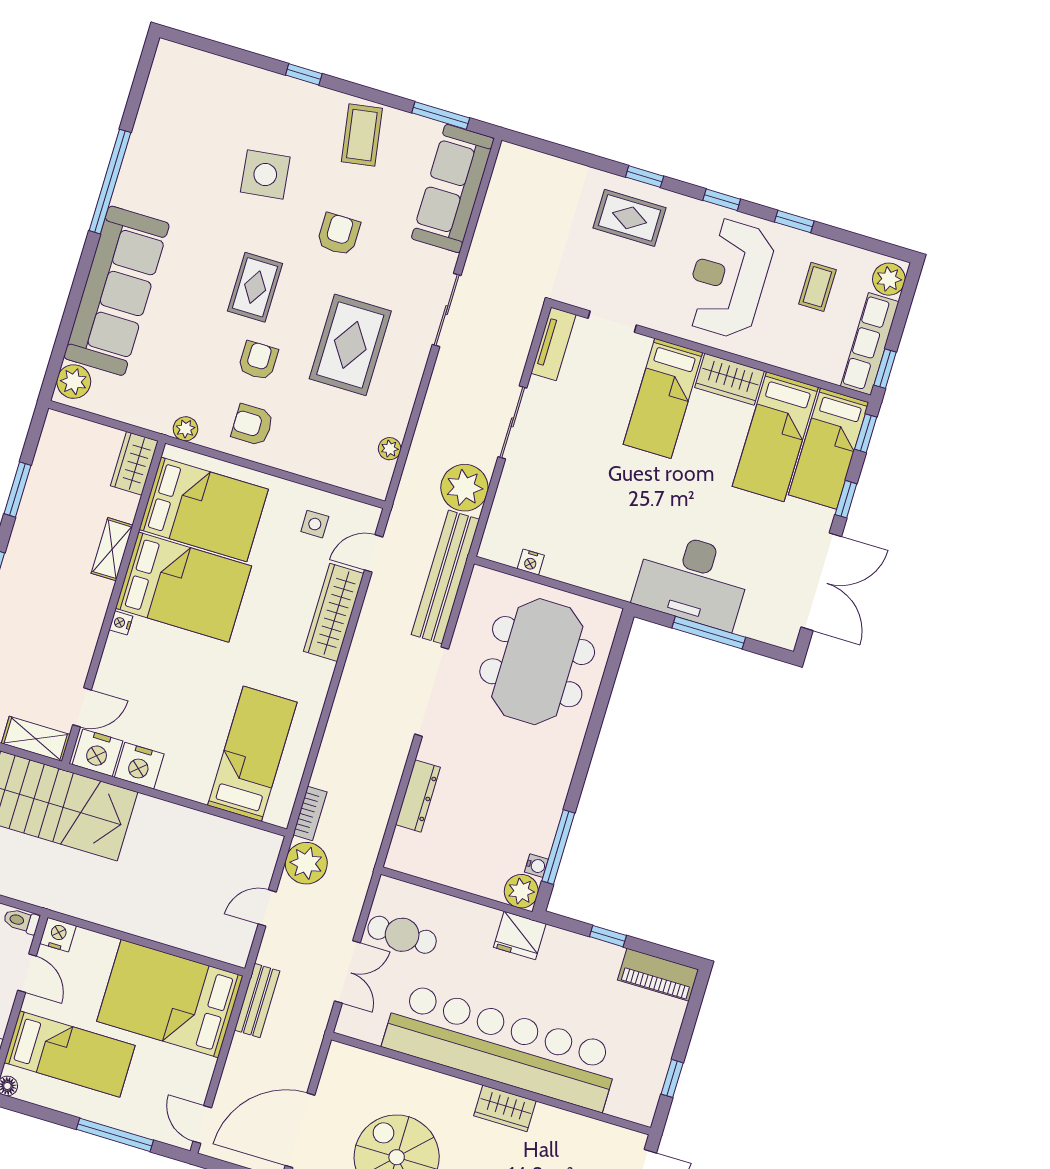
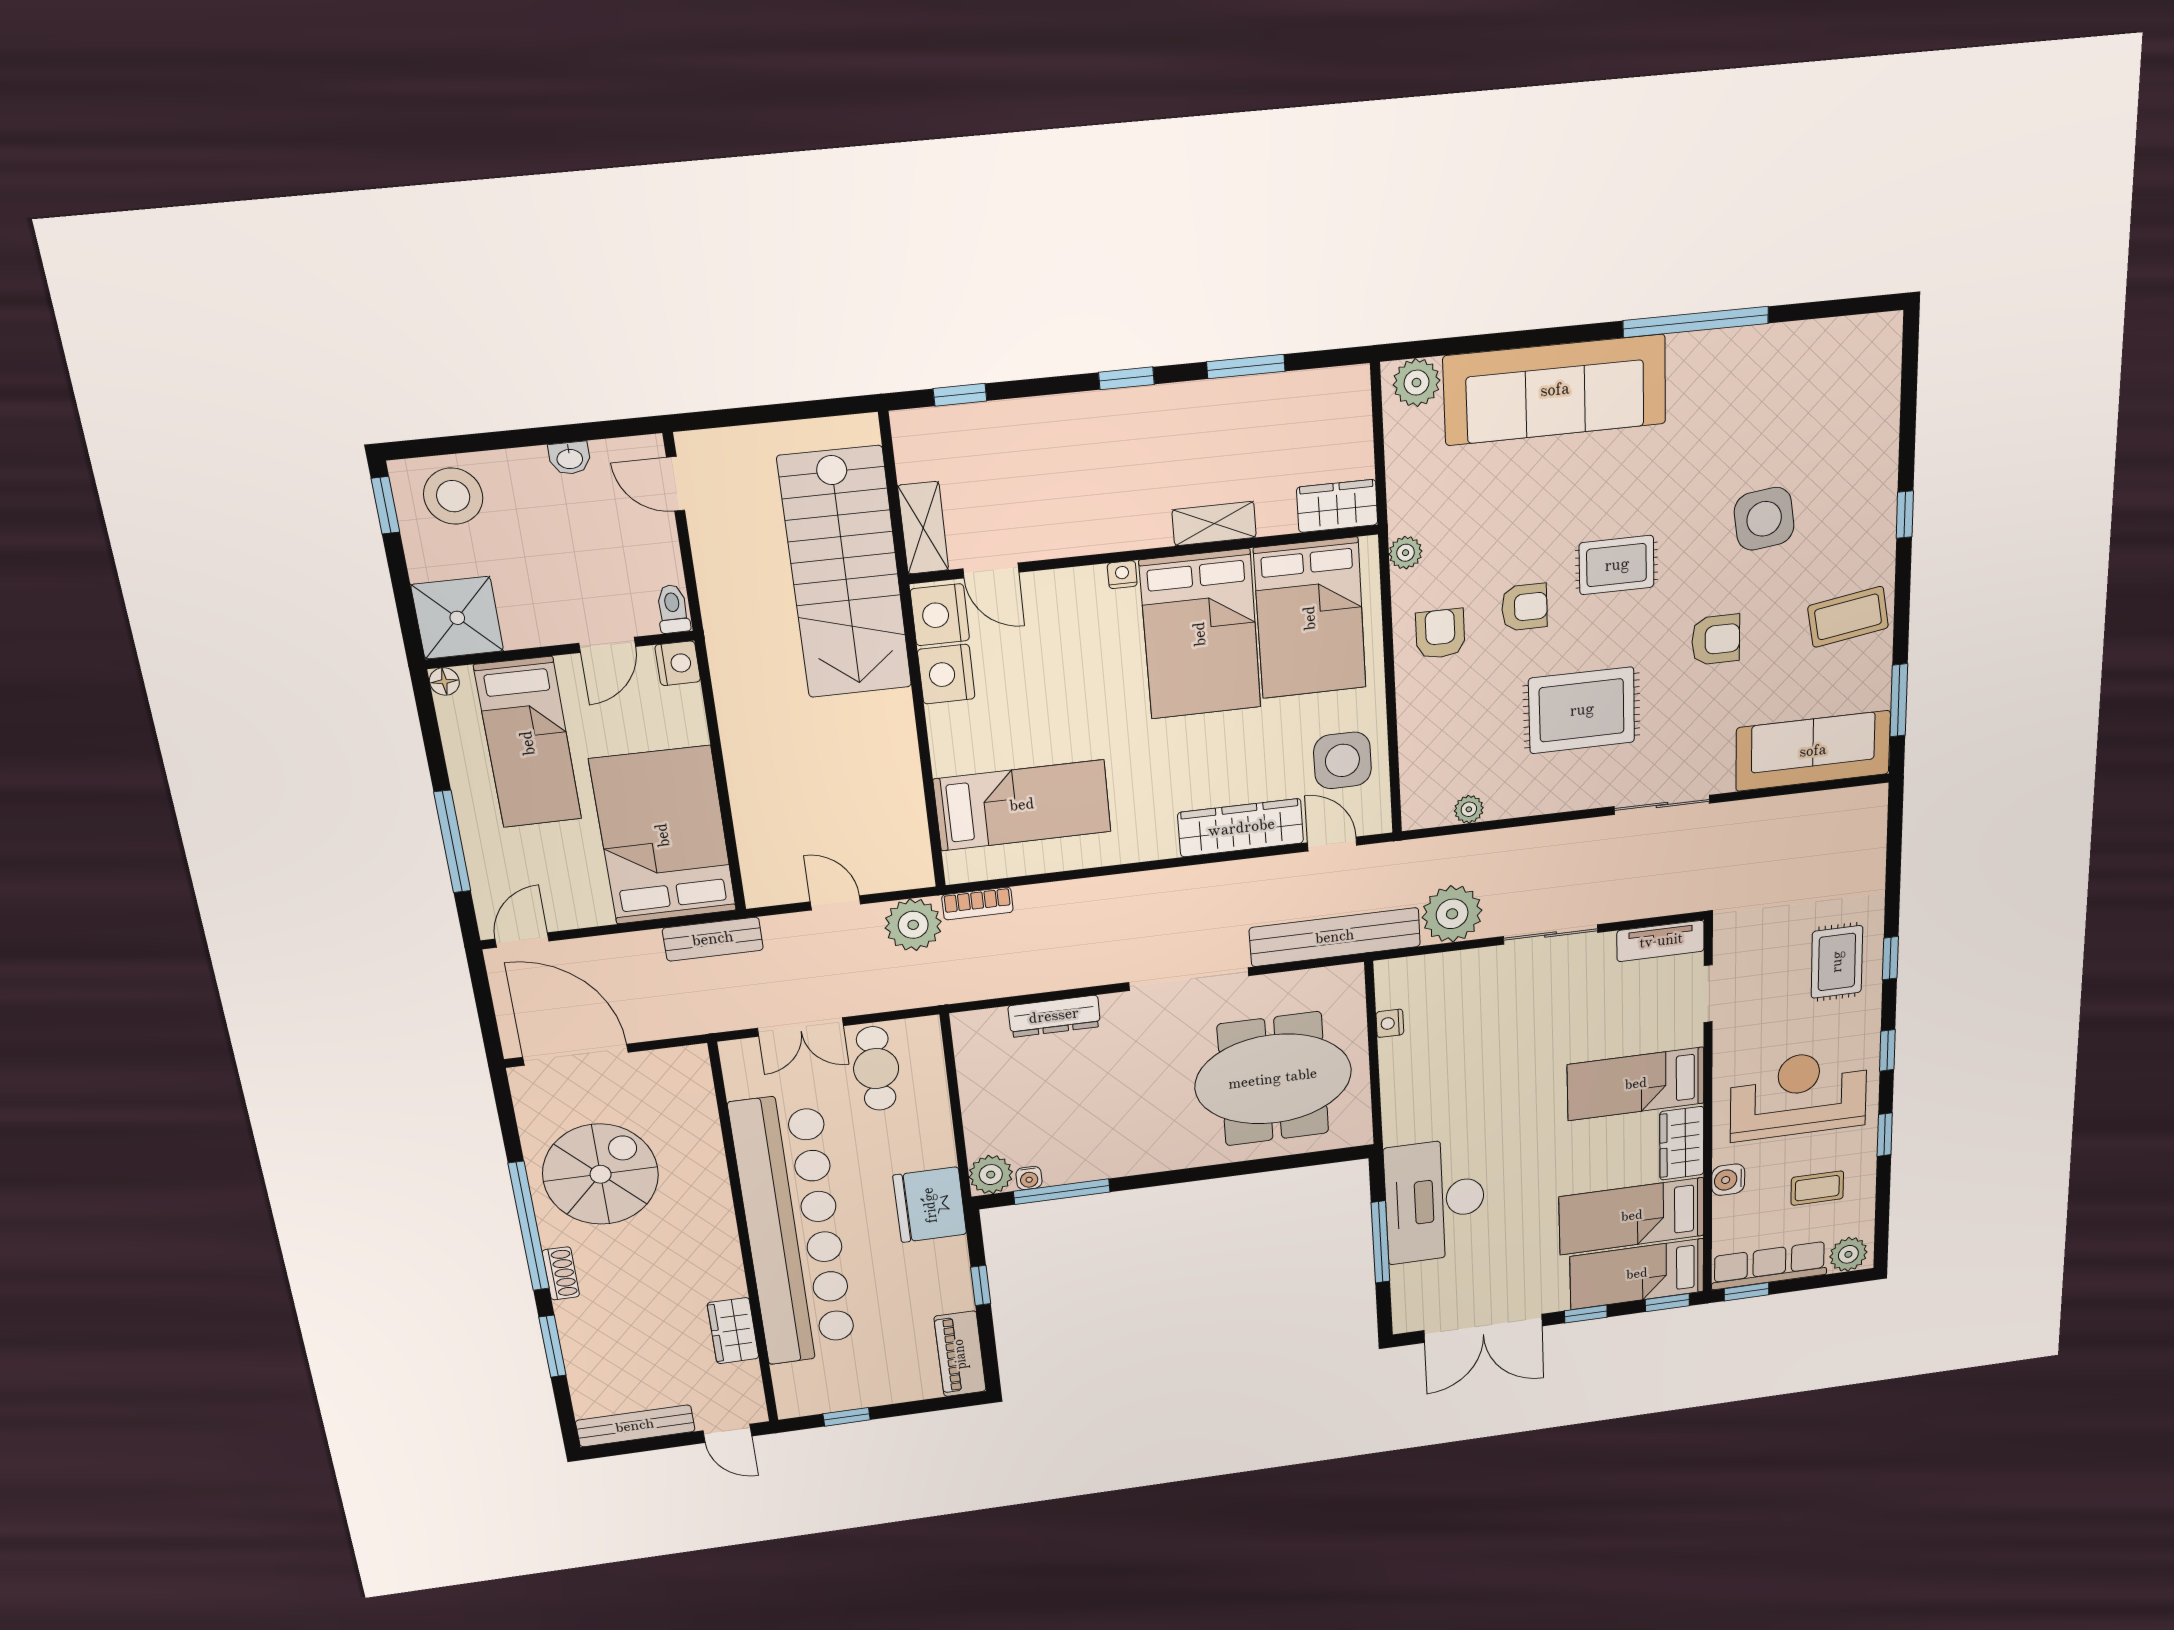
water cooler: (778, 353) -> (1728, 1180), added
side table: (315, 524) -> (1342, 760), width x1.87, depth x1.87
fridge: (520, 935) -> (930, 1205), width x1.36, depth x1.34
wardrobe: (505, 1108) -> (733, 1331), moved

